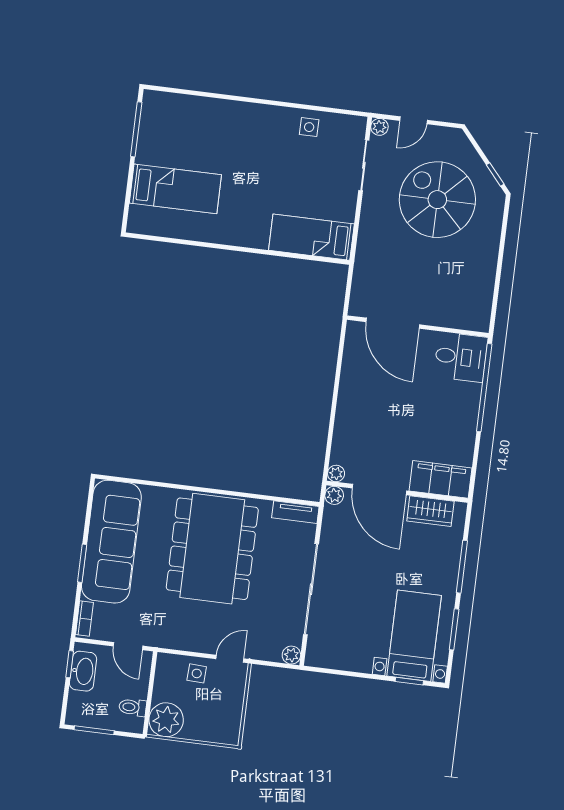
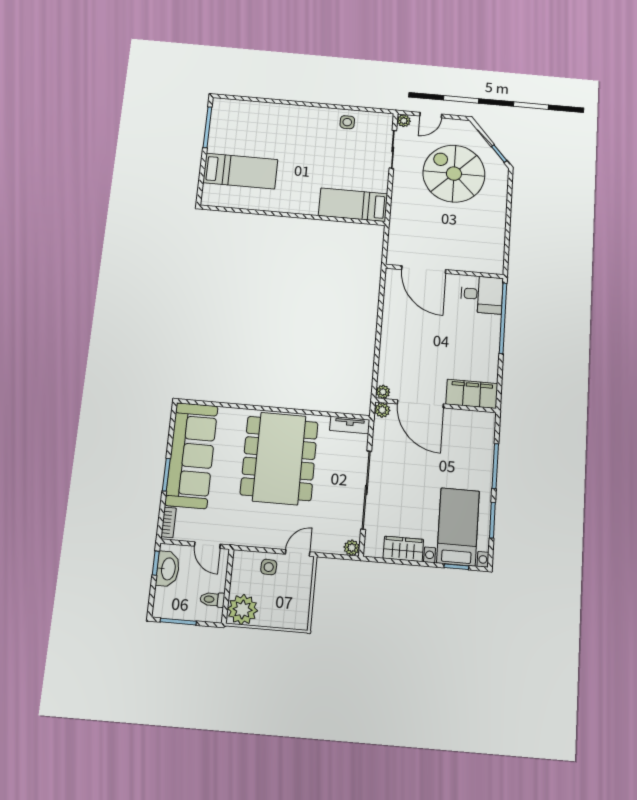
wardrobe: (430, 511) -> (403, 549), moved, turned 180

